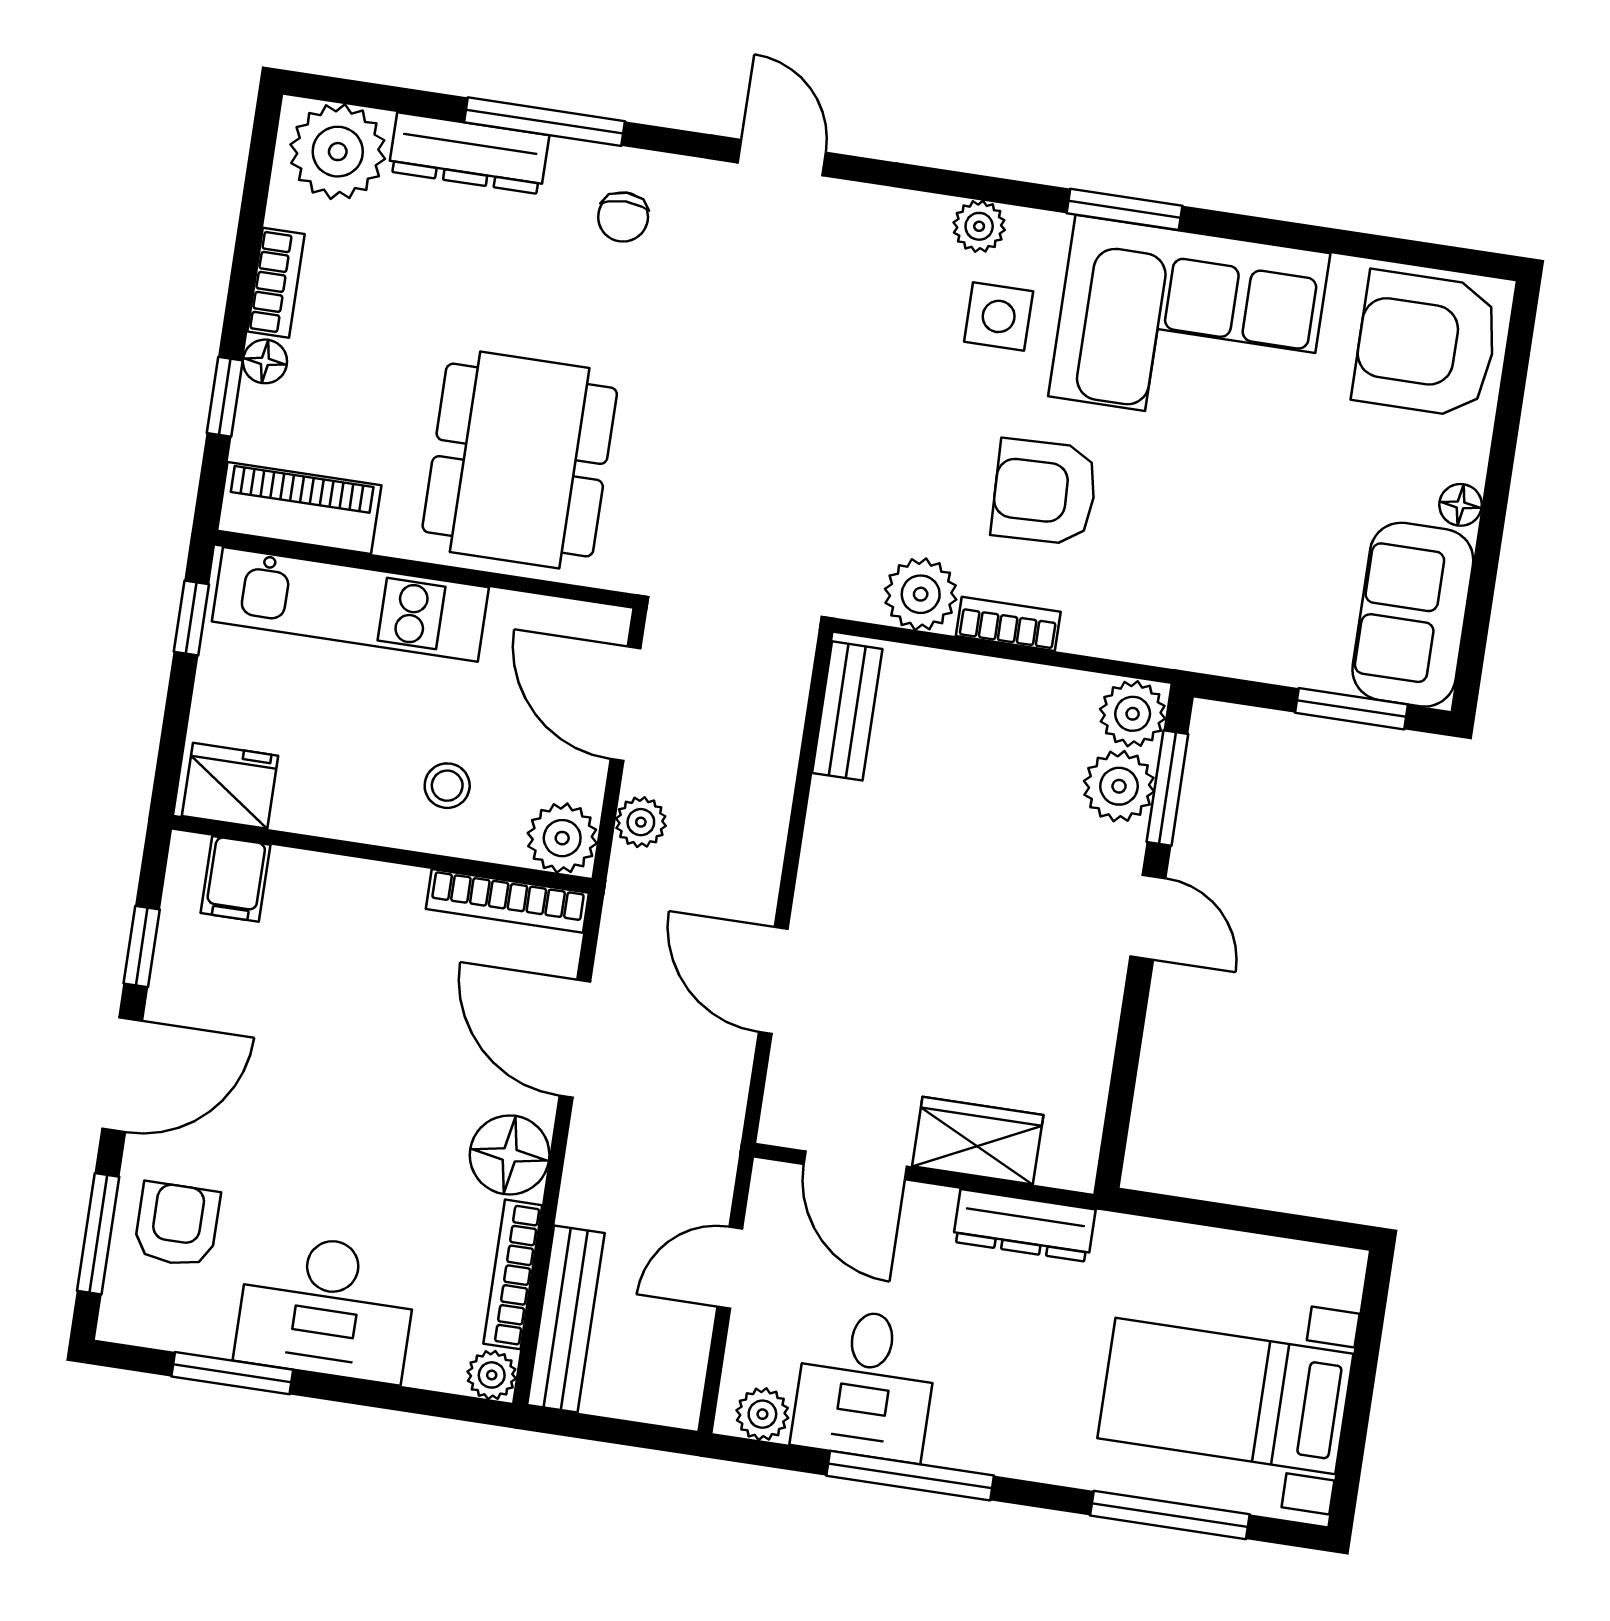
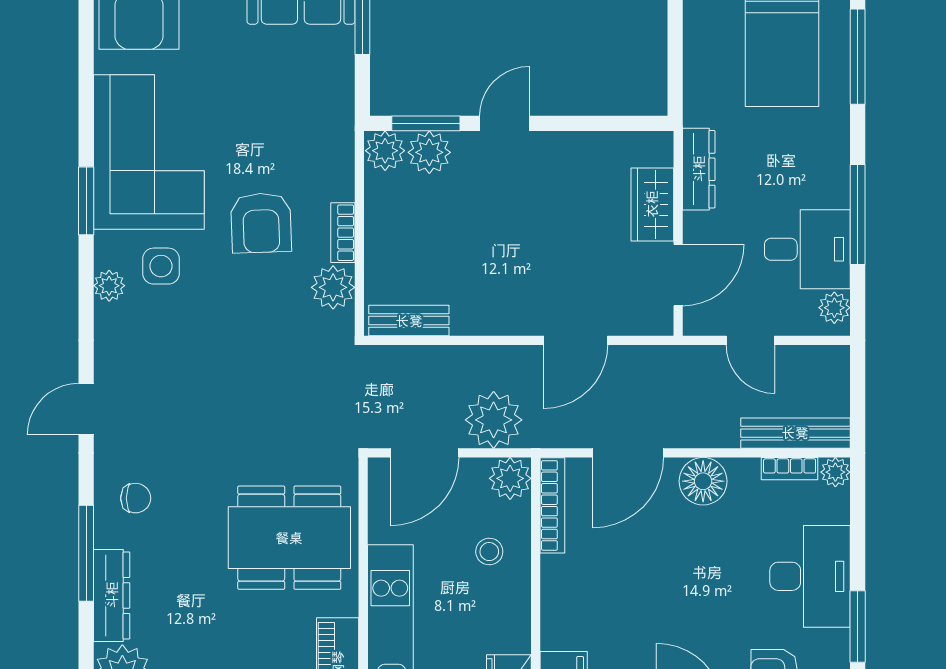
plant: (641, 822) -> (494, 420), width x1.88, depth x1.88
bookcase: (513, 1274) -> (790, 469), width x0.64

